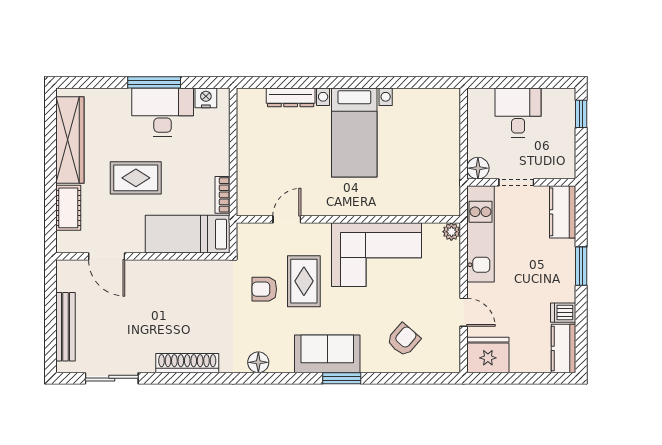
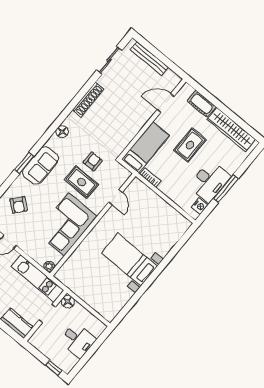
dresser: (291, 97) -> (169, 244), removed

